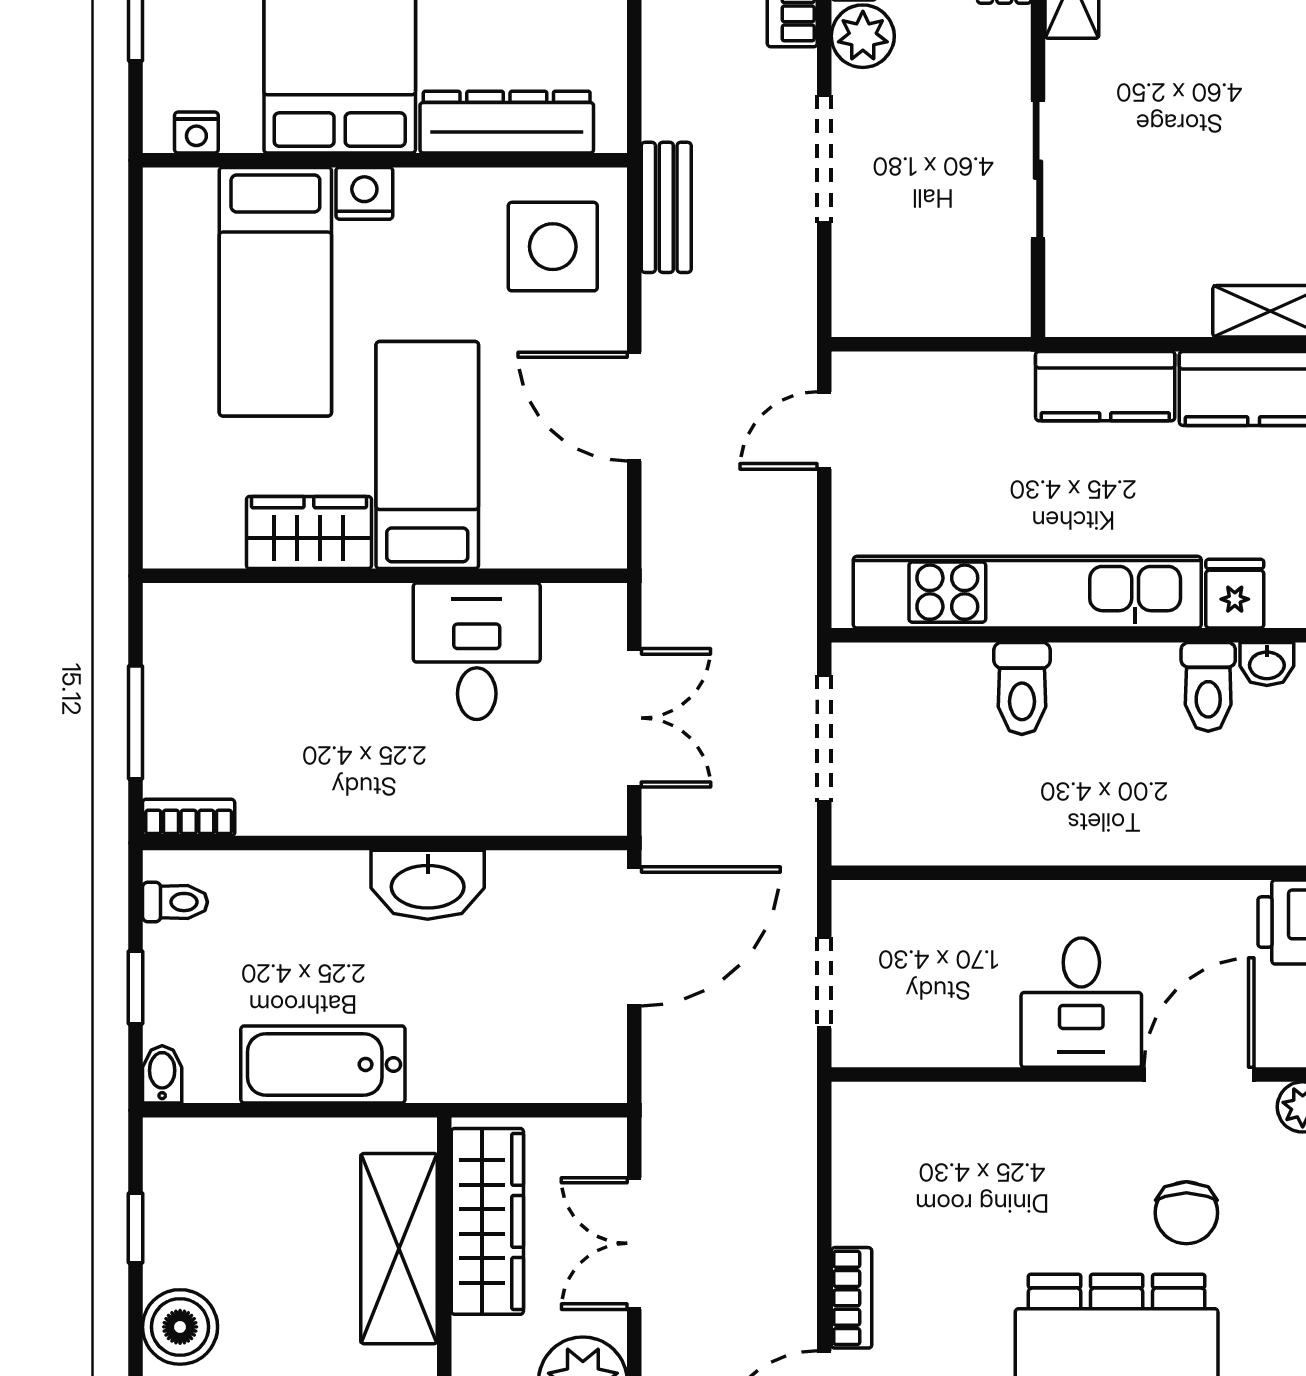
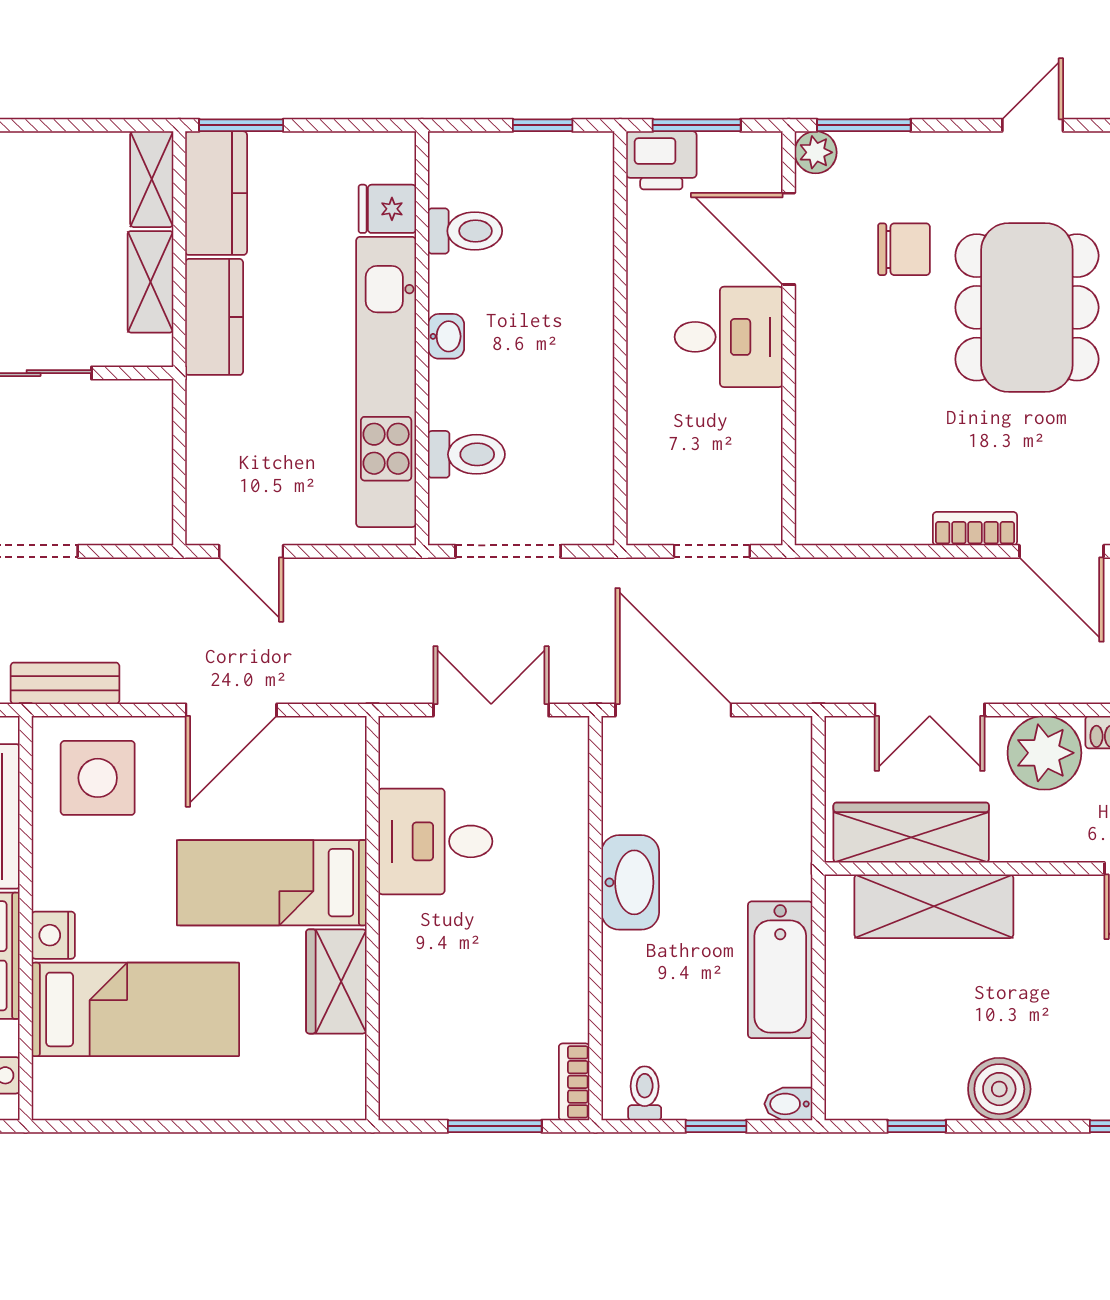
shelving: (1147, 310) -> (150, 282), added
washbasin: (1267, 664) -> (446, 336), moved
toilet: (1022, 688) -> (466, 454), moved

